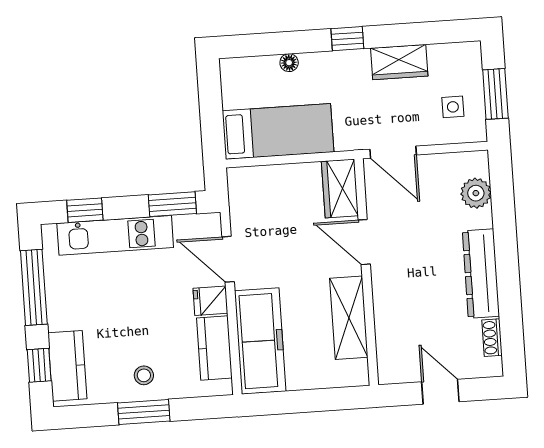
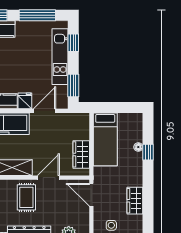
window: (347, 39) -> (148, 152), moved
door: (393, 152) -> (91, 195), hinge flipped
wardrobe: (340, 188) -> (81, 154), moved, turned -90
rug: (408, 284) -> (26, 197), added

